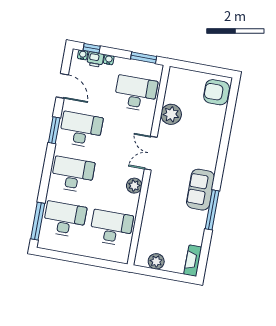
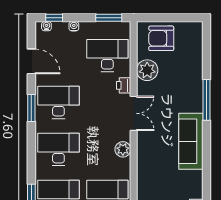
printer: (95, 60) -> (124, 85), moved, turned 90
armchair: (217, 92) -> (161, 38), moved
double door: (151, 153) -> (134, 113), swing flipped
sofa: (200, 190) -> (191, 141), width x1.36
window: (212, 210) -> (207, 100), moved

